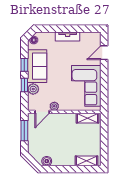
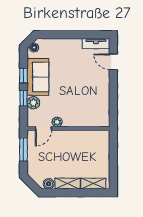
tv unit: (68, 37) -> (96, 44), moved
door: (104, 53) -> (113, 62), hinge flipped
corner sofa: (86, 86) -> (93, 99), removed
shelving: (87, 118) -> (67, 184), moved

